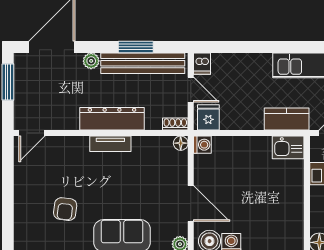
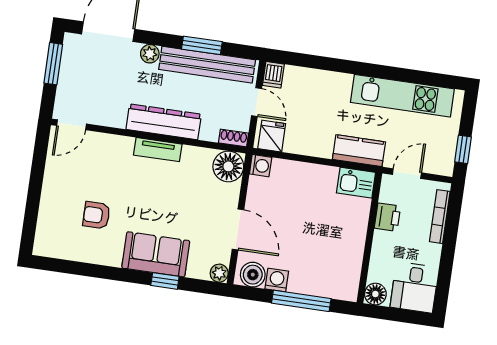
floor lamp: (181, 143) -> (228, 166), width x1.89, depth x1.89
armchair: (65, 209) -> (96, 215), turned 83

